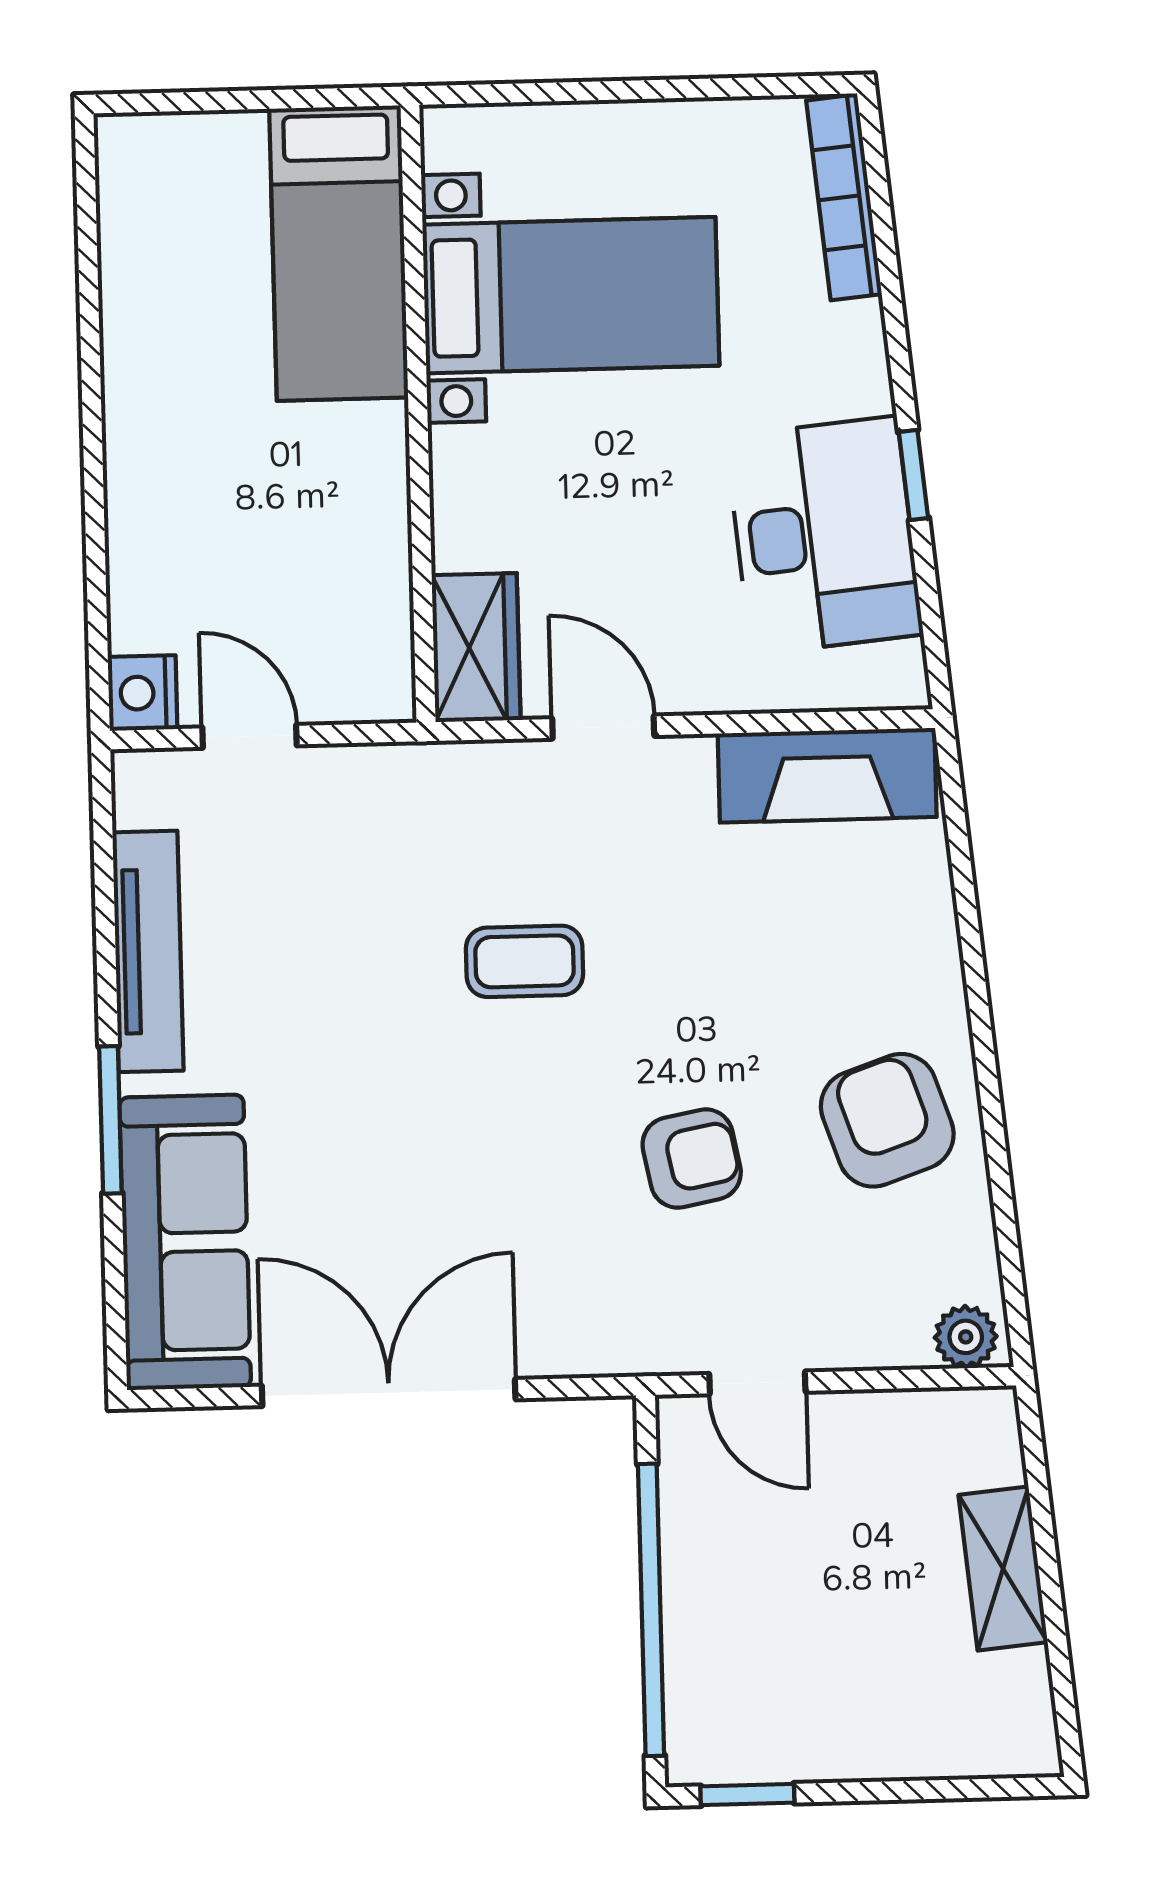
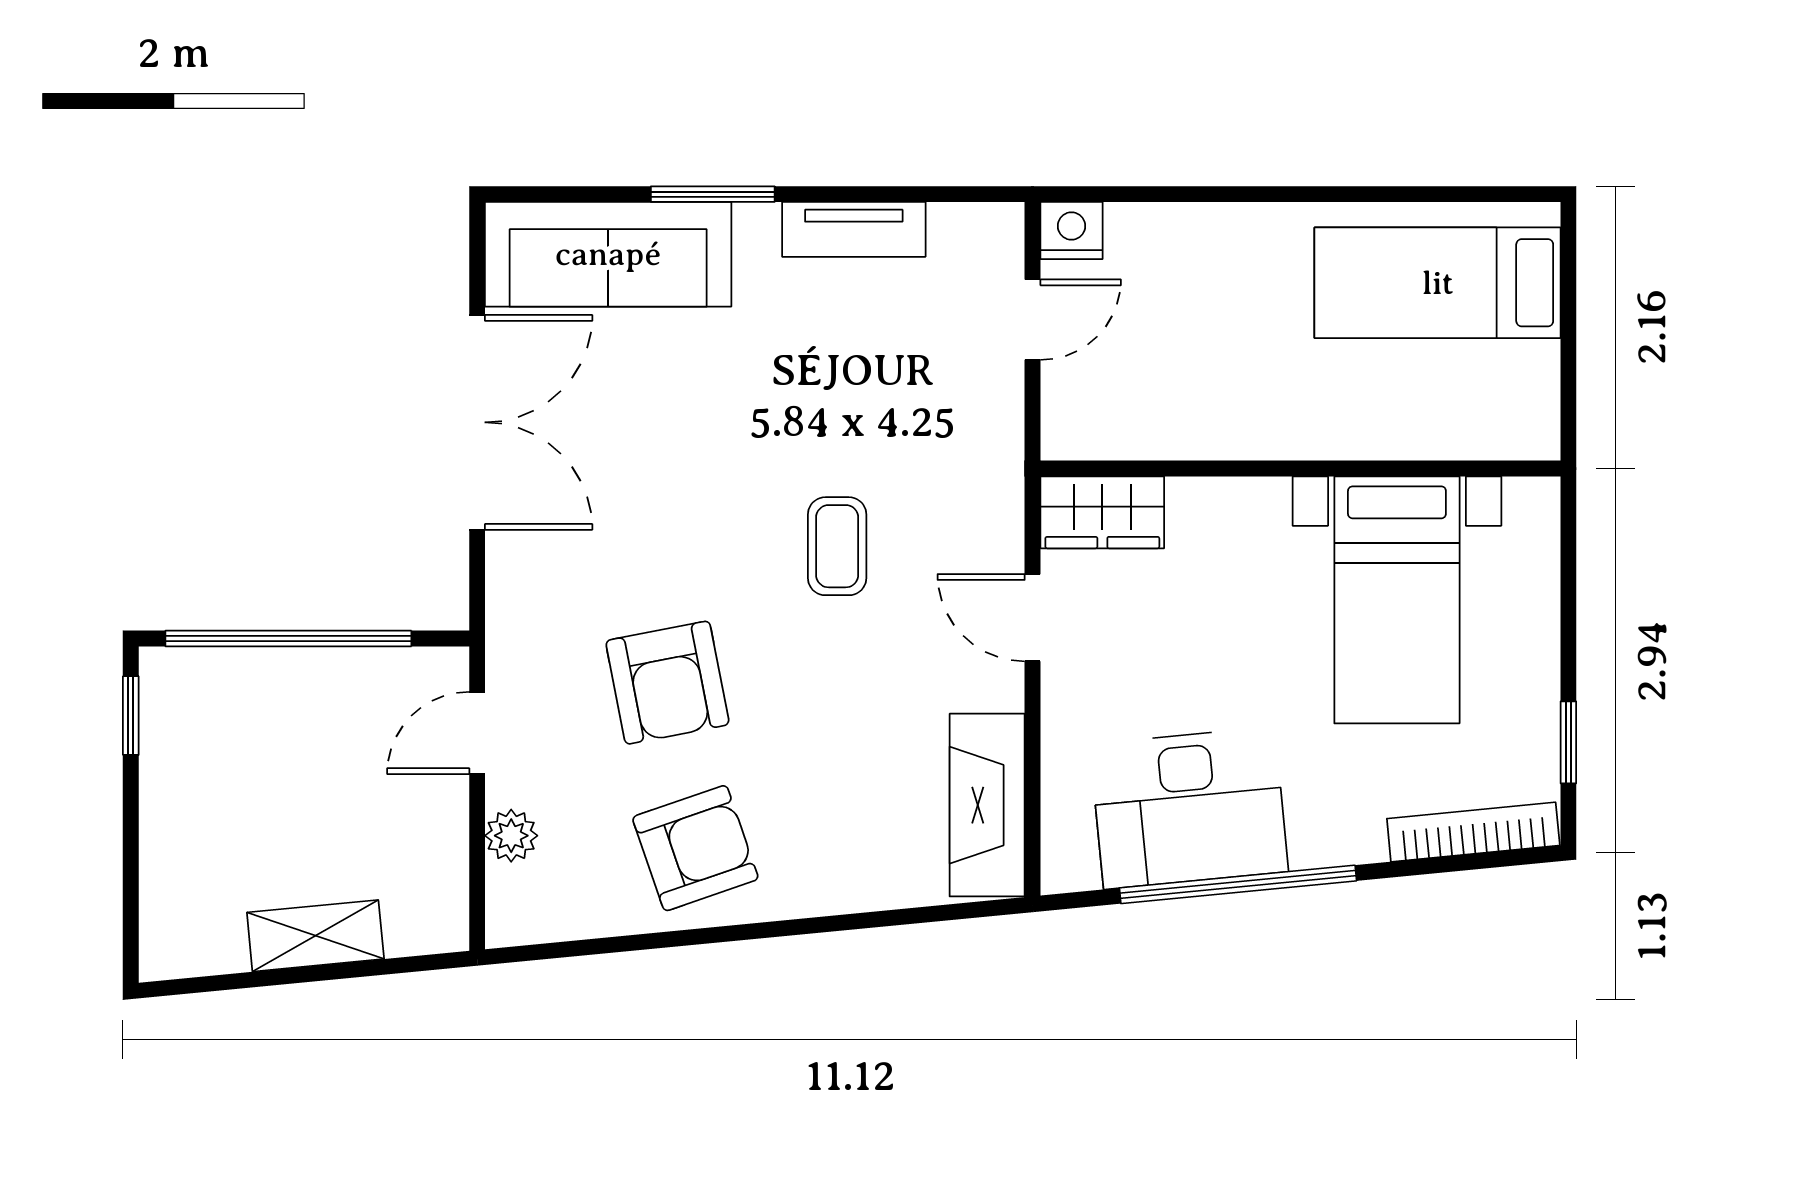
window: (735, 87) -> (1568, 742), added
bed: (339, 253) -> (1438, 283), moved
window: (913, 475) -> (1238, 884), width x3.17
door: (603, 727) -> (1033, 618), swing flipped
tv unit: (148, 951) -> (854, 229), width x0.71
armchair: (692, 1159) -> (667, 683), width x1.38, depth x1.38
plant: (966, 1337) -> (511, 836), moved

